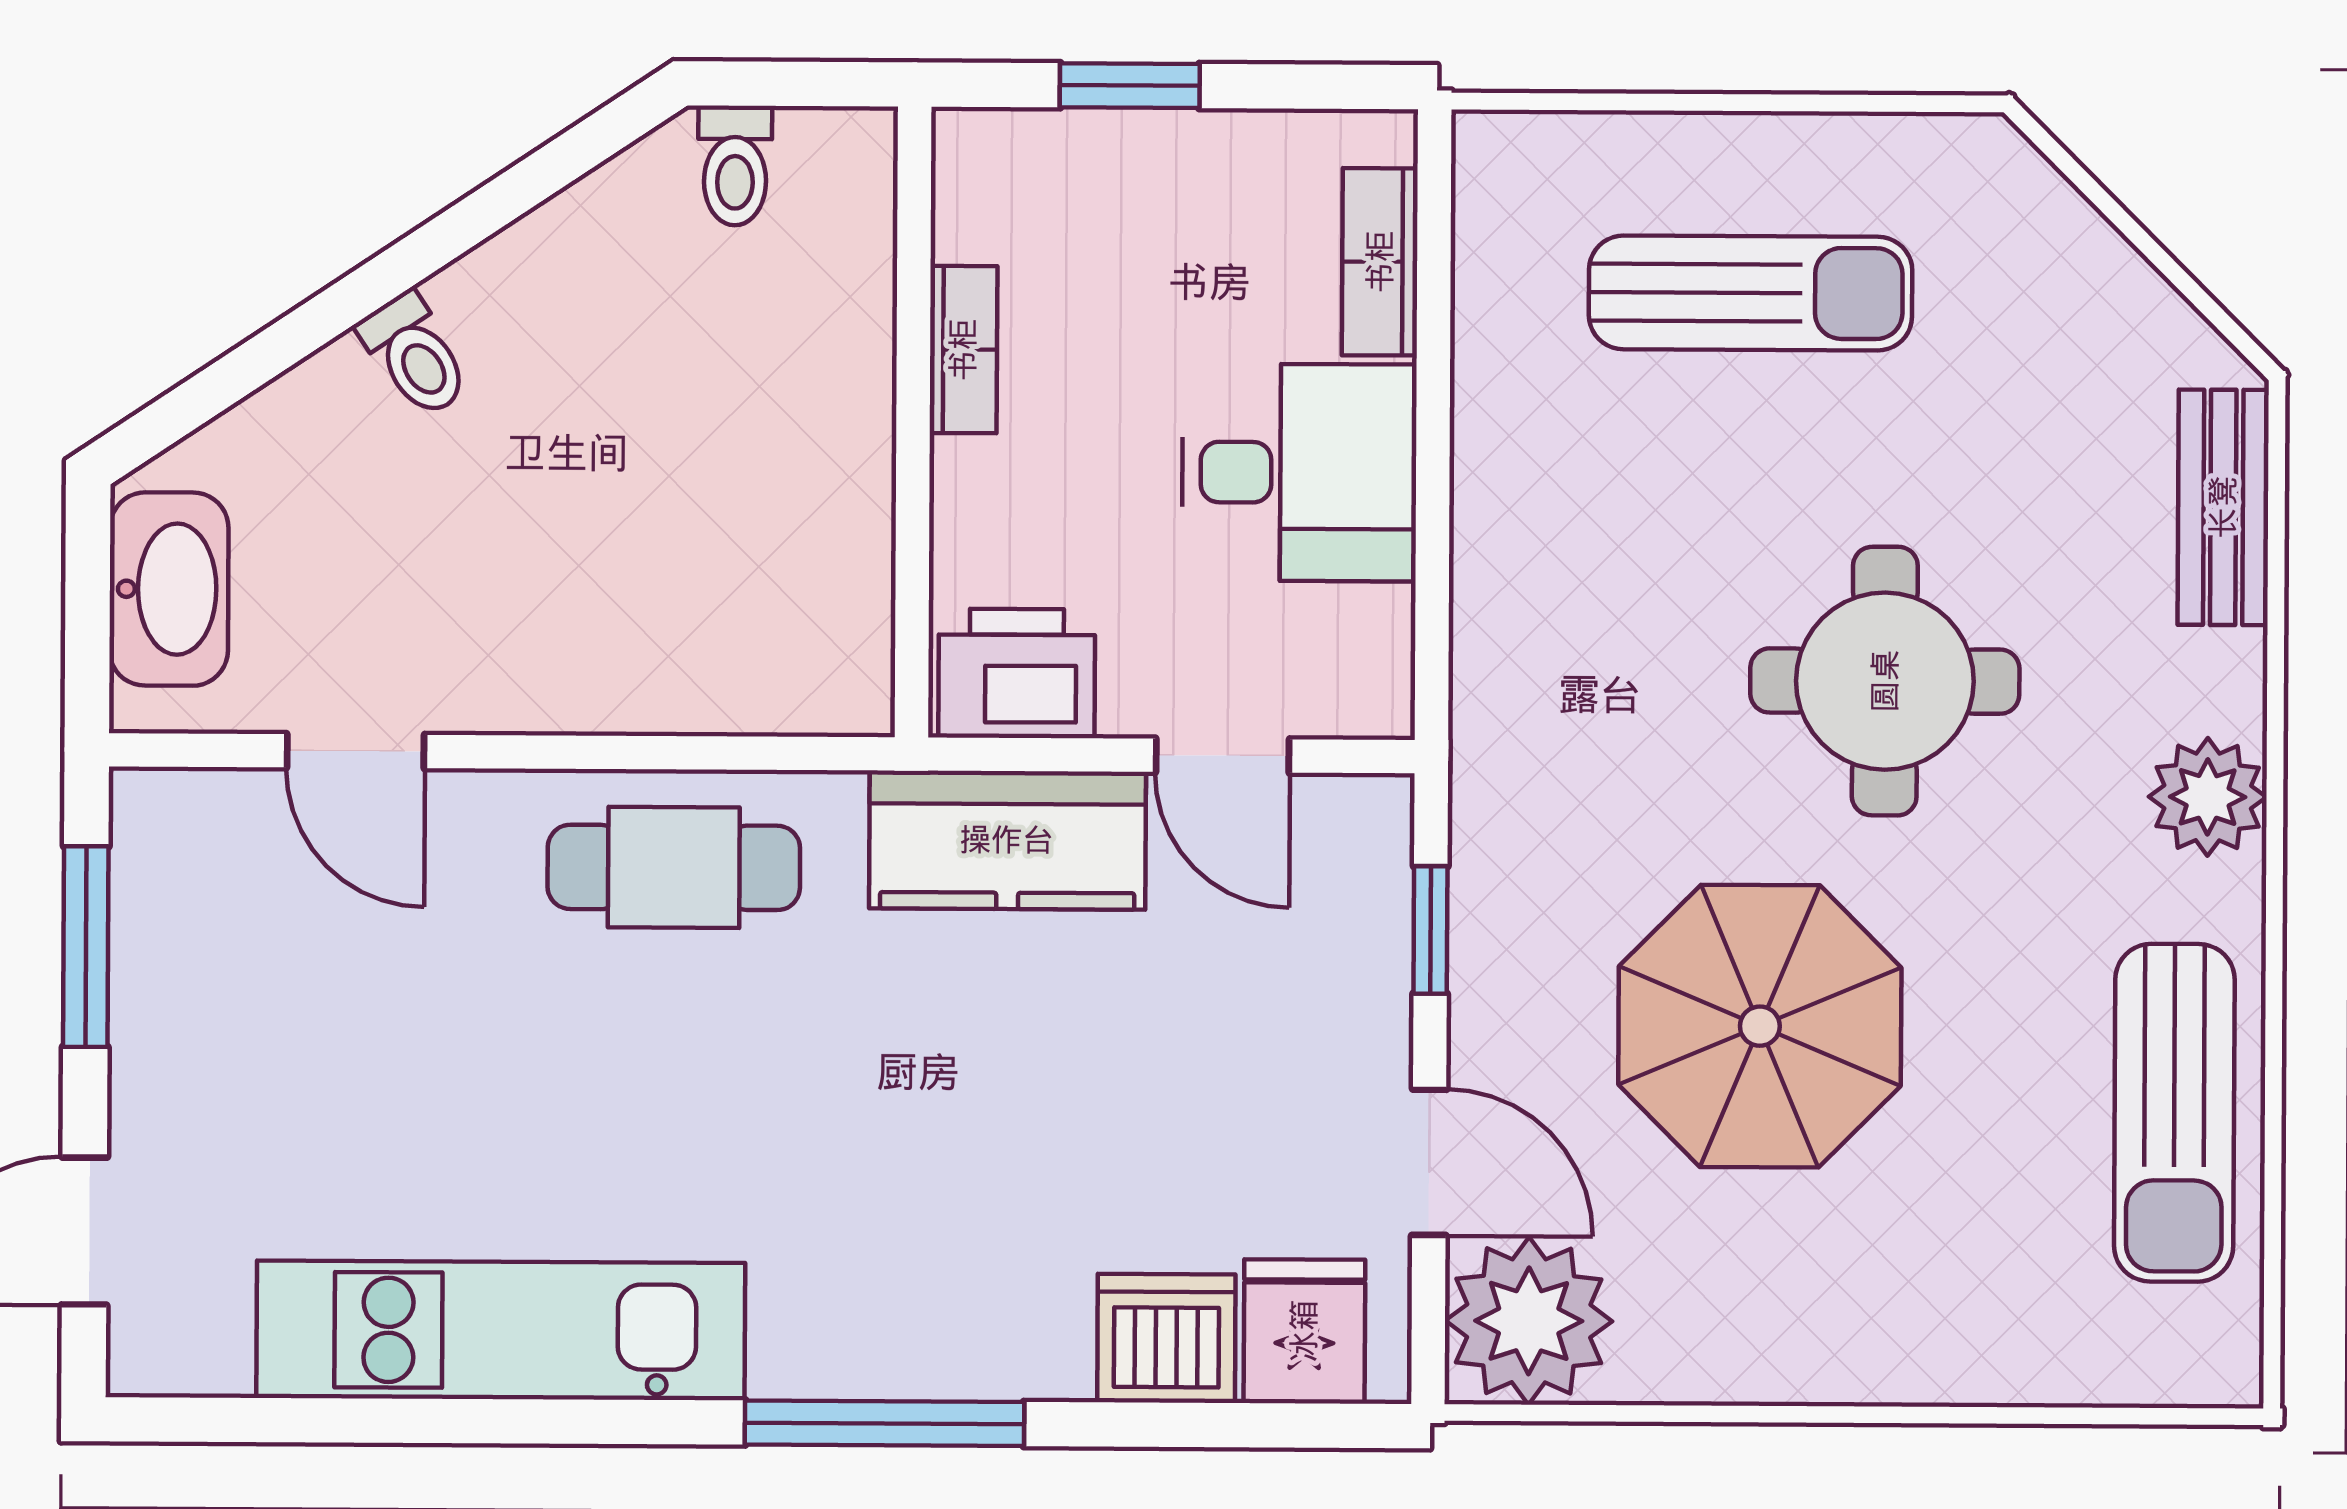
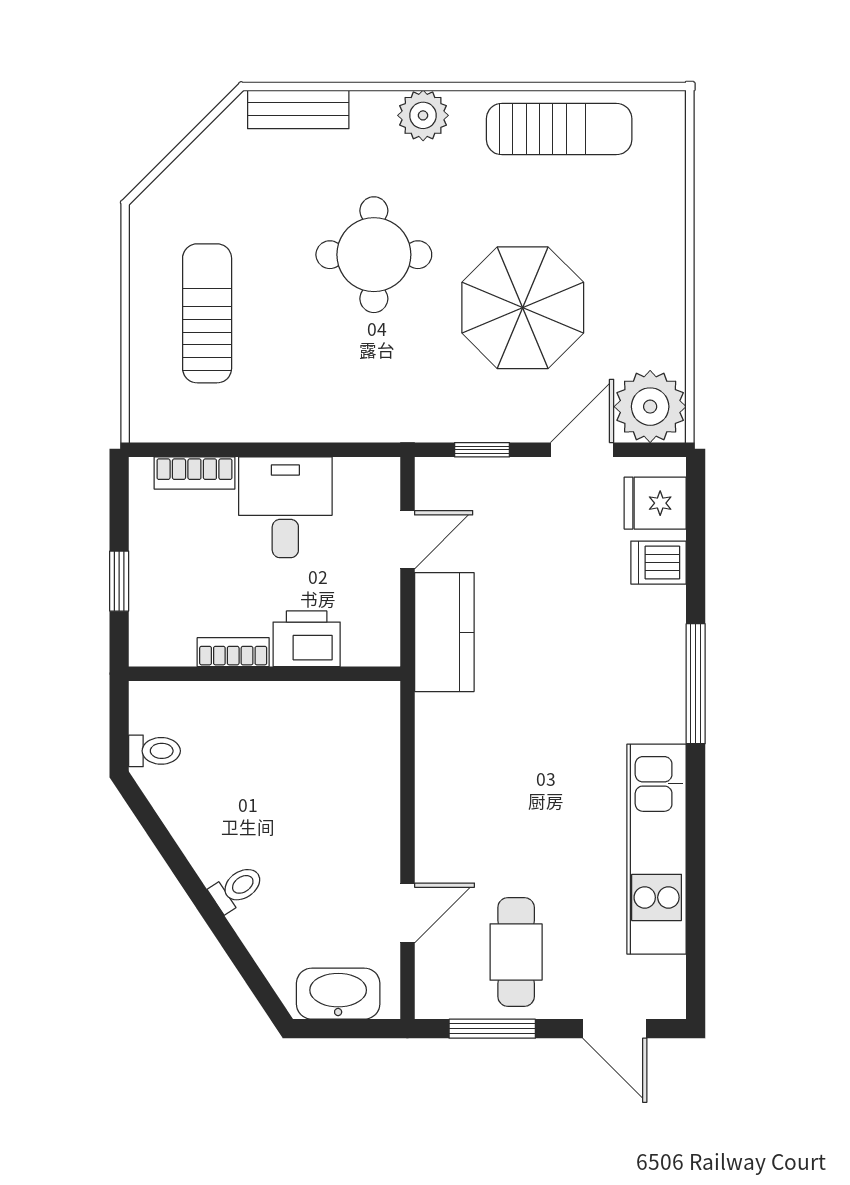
printer: (1017, 673) -> (307, 639), moved, turned 90
cafe table: (674, 867) -> (516, 952), moved
dishwasher: (1166, 1338) -> (658, 563), width x0.73

